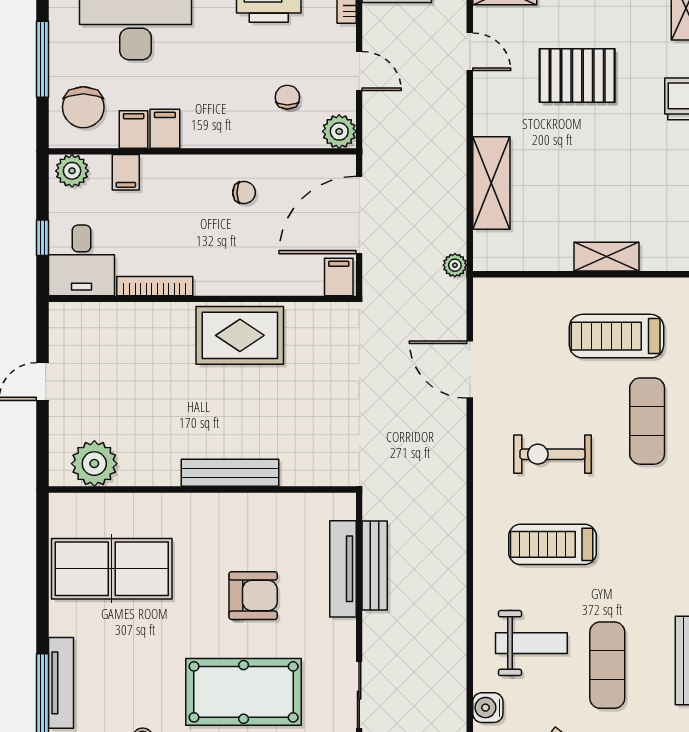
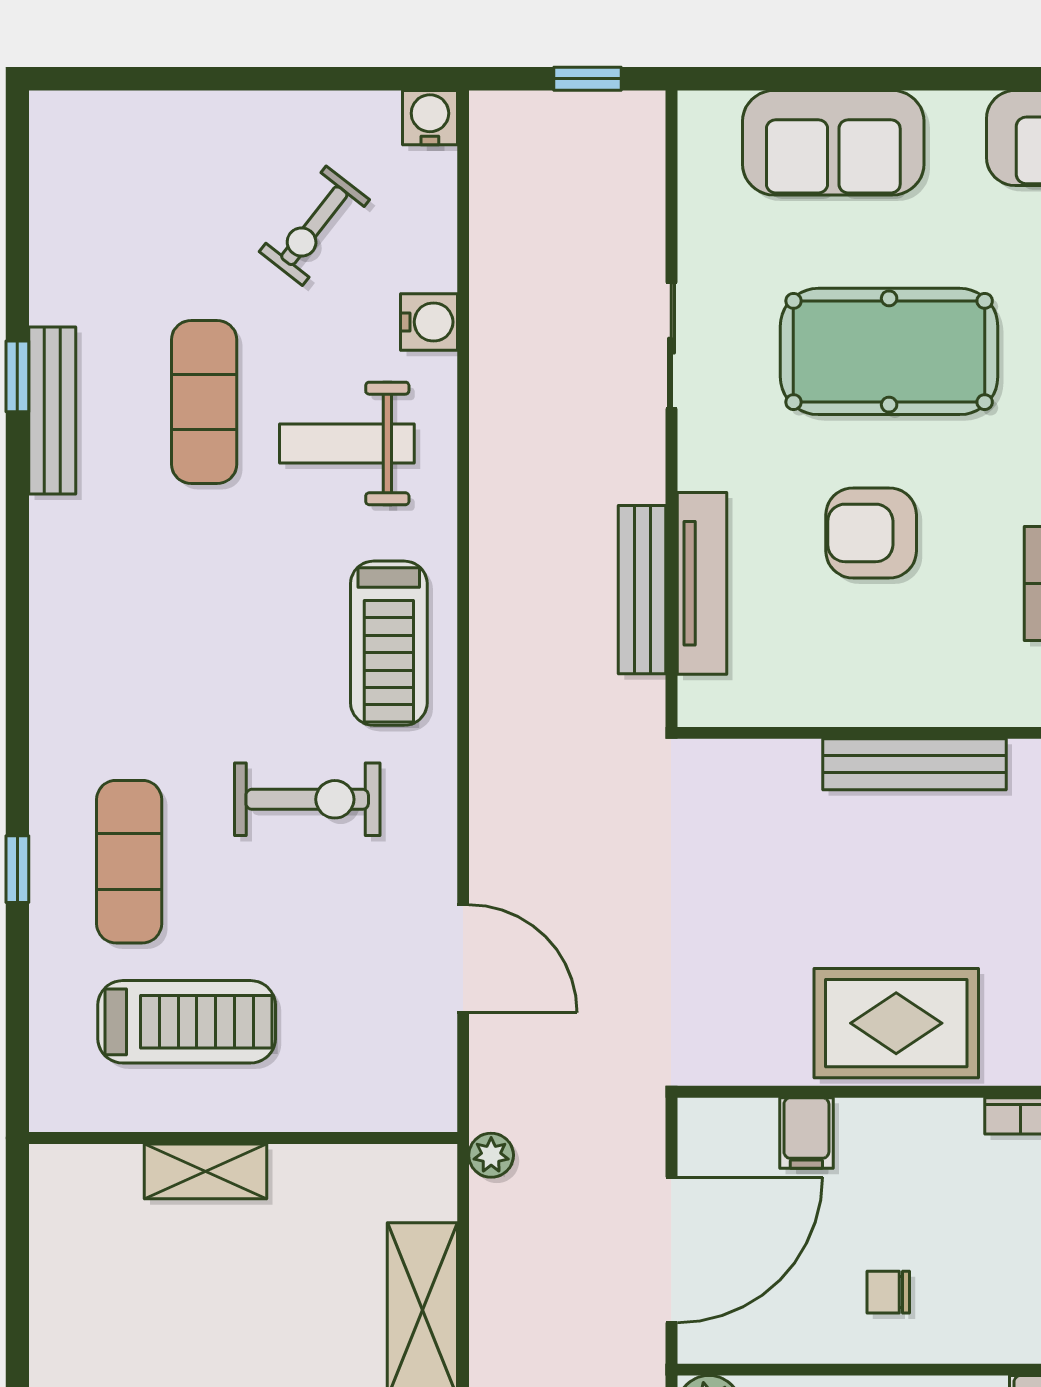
filing cabinet: (339, 277) -> (806, 1133), moved
treadmill: (552, 544) -> (389, 643), moved, turned 90

